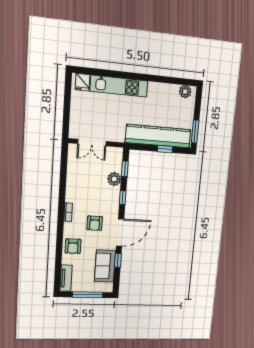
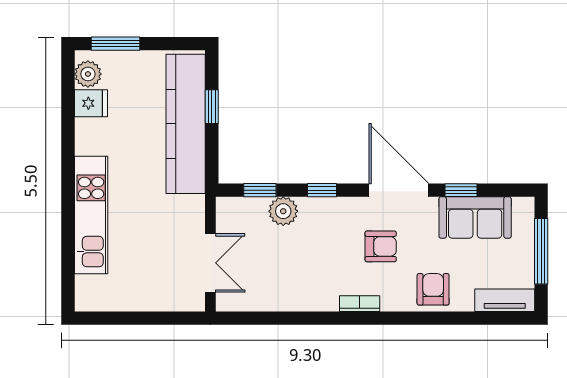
fridge: (83, 82) -> (91, 103), moved
window: (195, 132) -> (115, 44), moved
armchair: (73, 246) -> (433, 289), turned -90

